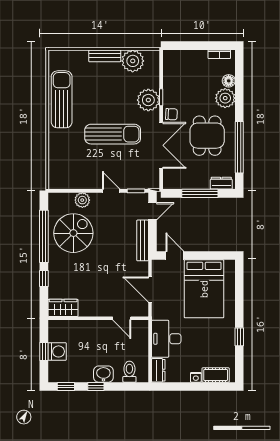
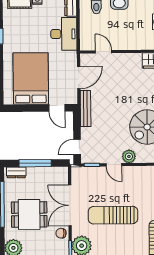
dining table: (207, 136) -> (29, 214), turned 90
plant: (82, 200) -> (129, 156), moved
bench: (143, 240) -> (86, 109), moved
door: (150, 289) -> (79, 78), hinge flipped

